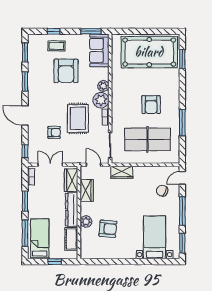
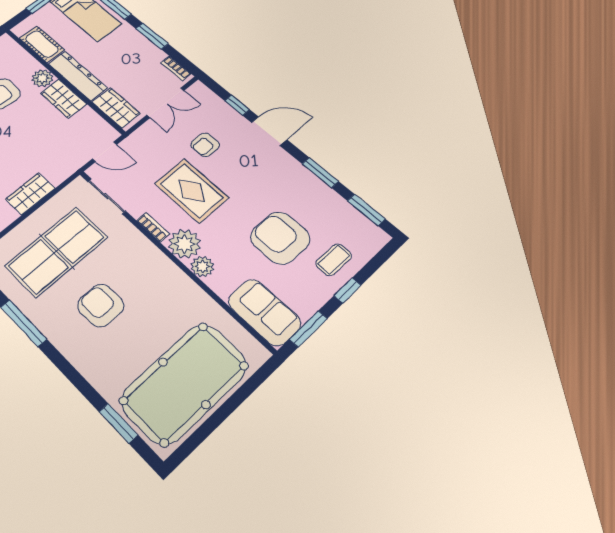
window: (54, 31) -> (348, 290), moved
window: (25, 151) -> (237, 105), moved
wardrobe: (122, 172) -> (30, 194), moved
wardrobe: (87, 190) -> (63, 99), moved

